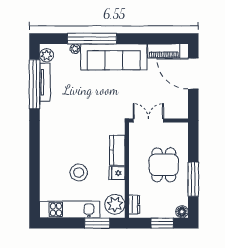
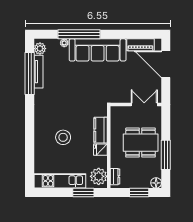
double door: (148, 121) -> (144, 105), moved
dining table: (164, 165) -> (141, 143), width x1.38
stool: (79, 173) -> (63, 137), moved

